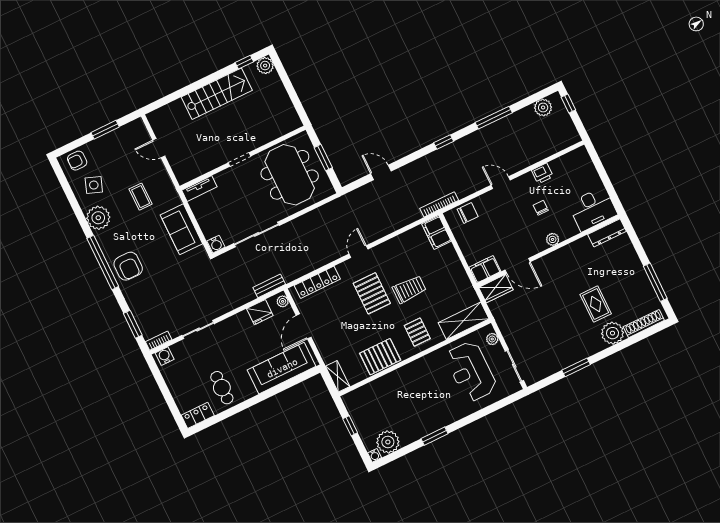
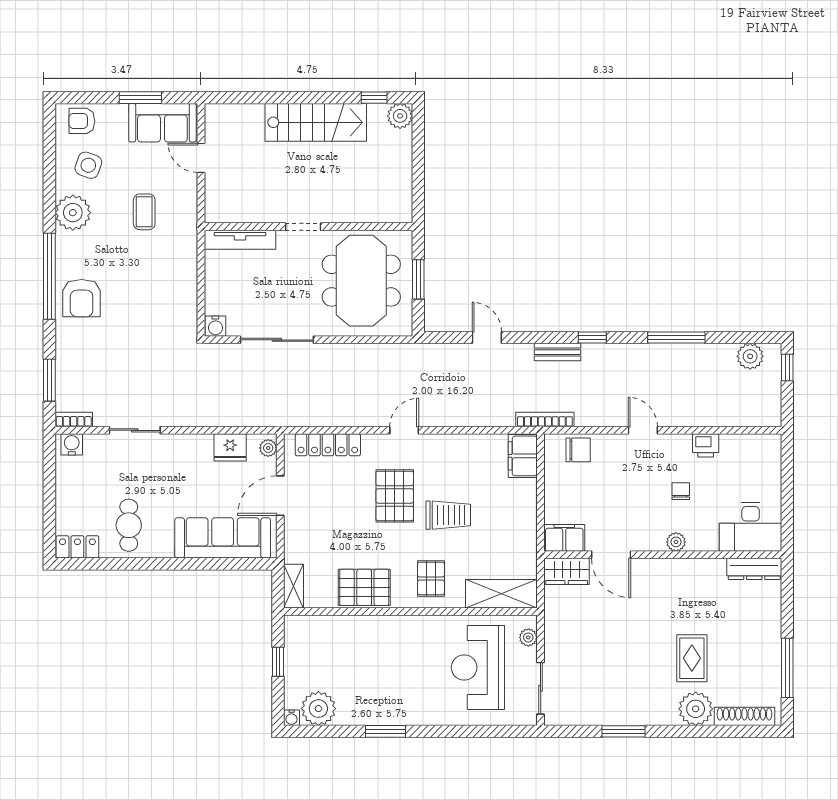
tv unit: (199, 188) -> (240, 240), width x1.41
sofa: (181, 229) -> (162, 123), moved, turned -90
bench: (269, 286) -> (558, 352), moved

